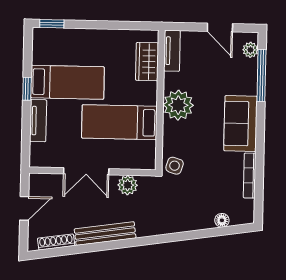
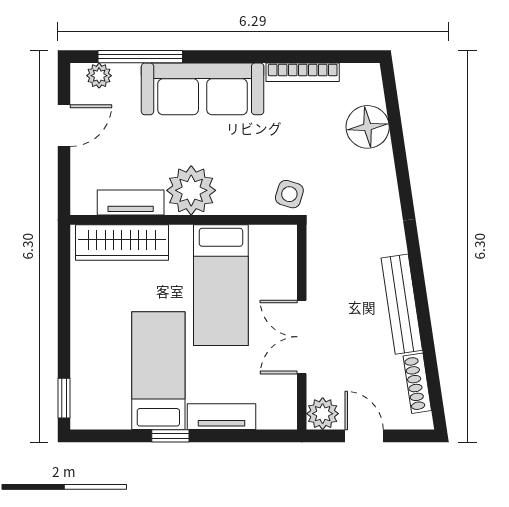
tv unit: (172, 51) -> (131, 203), moved
wardrobe: (147, 62) -> (122, 242), width x1.50
sofa: (241, 124) -> (203, 89), width x1.36
double door: (86, 171) -> (302, 337), swing flipped
plant: (128, 185) -> (323, 414), moved
floor lamp: (222, 220) -> (368, 127), width x1.89, depth x1.89

